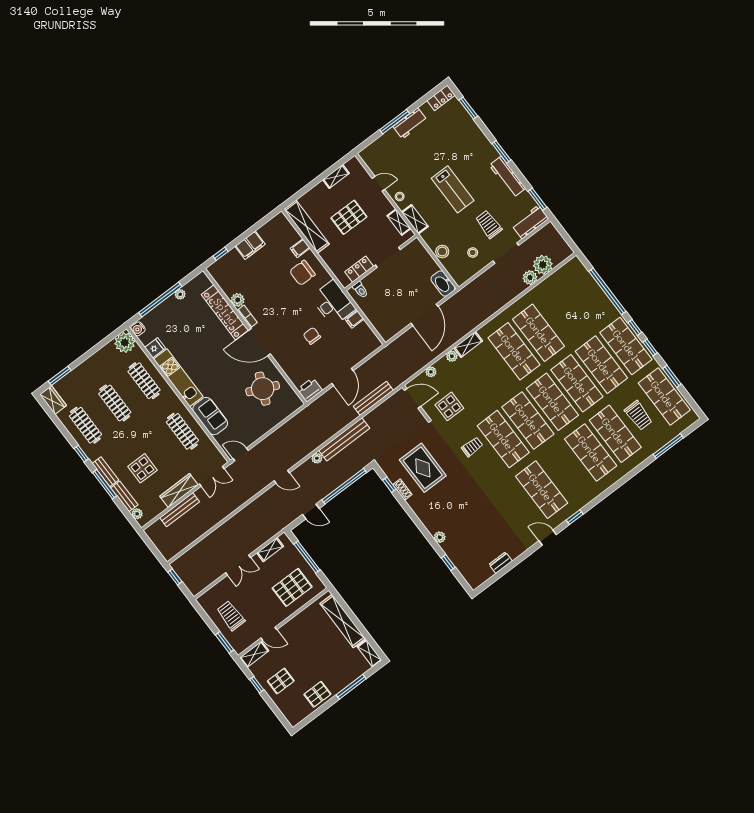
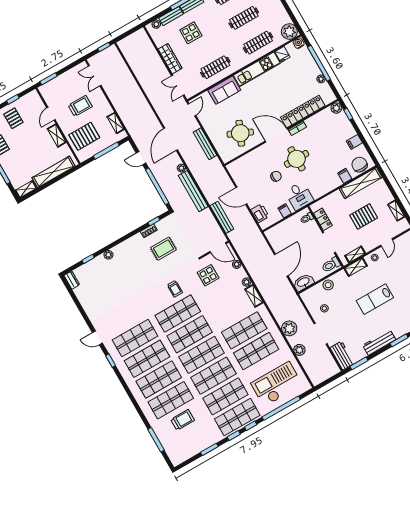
pallet: (349, 217) -> (364, 216), turned 90
trolley: (489, 224) -> (344, 323), removed
filing cabinet: (250, 245) -> (354, 142), width x0.50
toilet: (416, 251) -> (331, 265), added
plant: (543, 265) -> (289, 328), moved
chair: (302, 273) -> (359, 165), moved
plant: (238, 300) -> (336, 108), moved
checkout: (577, 301) -> (277, 384), added
desk: (333, 303) -> (299, 196), width x0.73
round table: (286, 313) -> (297, 159), added
door: (425, 315) -> (281, 265), swing flipped
door: (259, 342) -> (276, 135), hinge flipped
printer: (310, 390) -> (260, 213), moved
shop shelf: (664, 397) -> (147, 359), moved
door: (413, 398) -> (218, 248), hinge flipped
trolley: (638, 415) -> (183, 420), turned 180
rug: (423, 468) -> (163, 249), width x0.73, depth x0.70
door: (282, 477) -> (171, 139), width x1.87
bench: (180, 510) -> (205, 144), moved
door: (311, 511) -> (141, 158), hinge flipped
door: (548, 538) -> (97, 338), swing flipped
dresser: (501, 563) -> (72, 280), moved
double door: (238, 565) -> (95, 76), moved
pallet: (292, 587) -> (84, 136), turned 90
trolley: (231, 616) -> (80, 106), moved
shelving: (254, 654) -> (57, 136), moved

